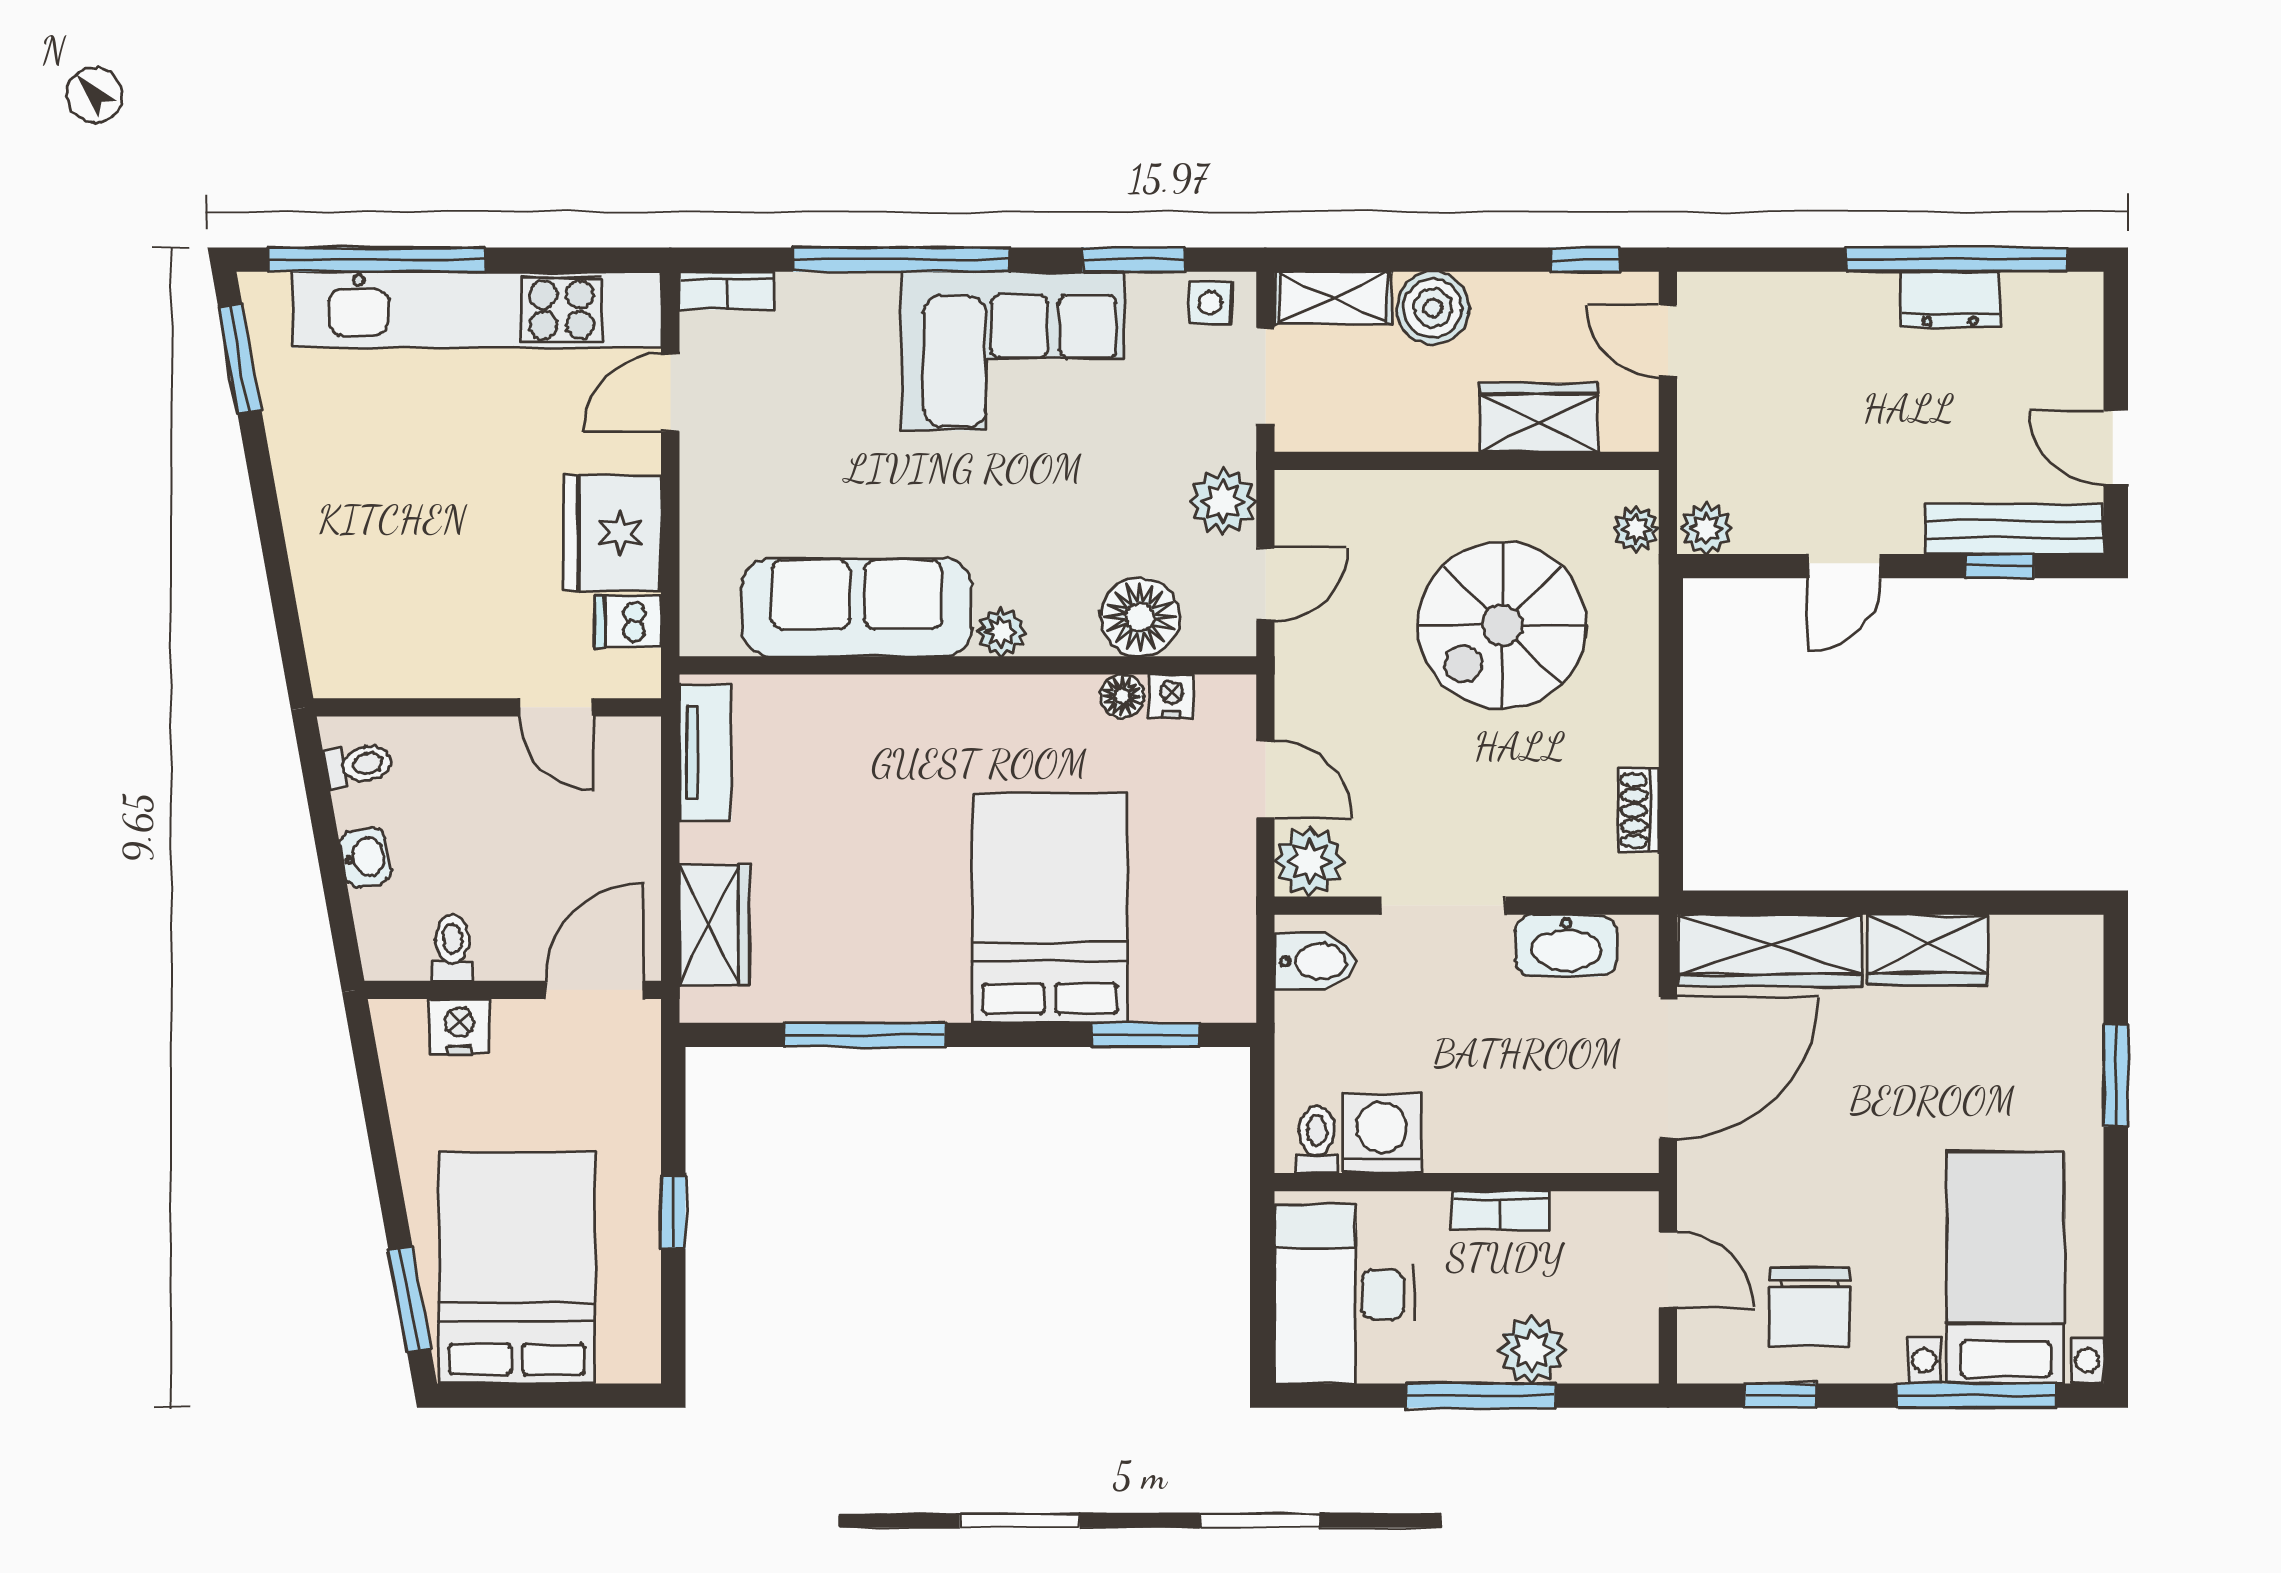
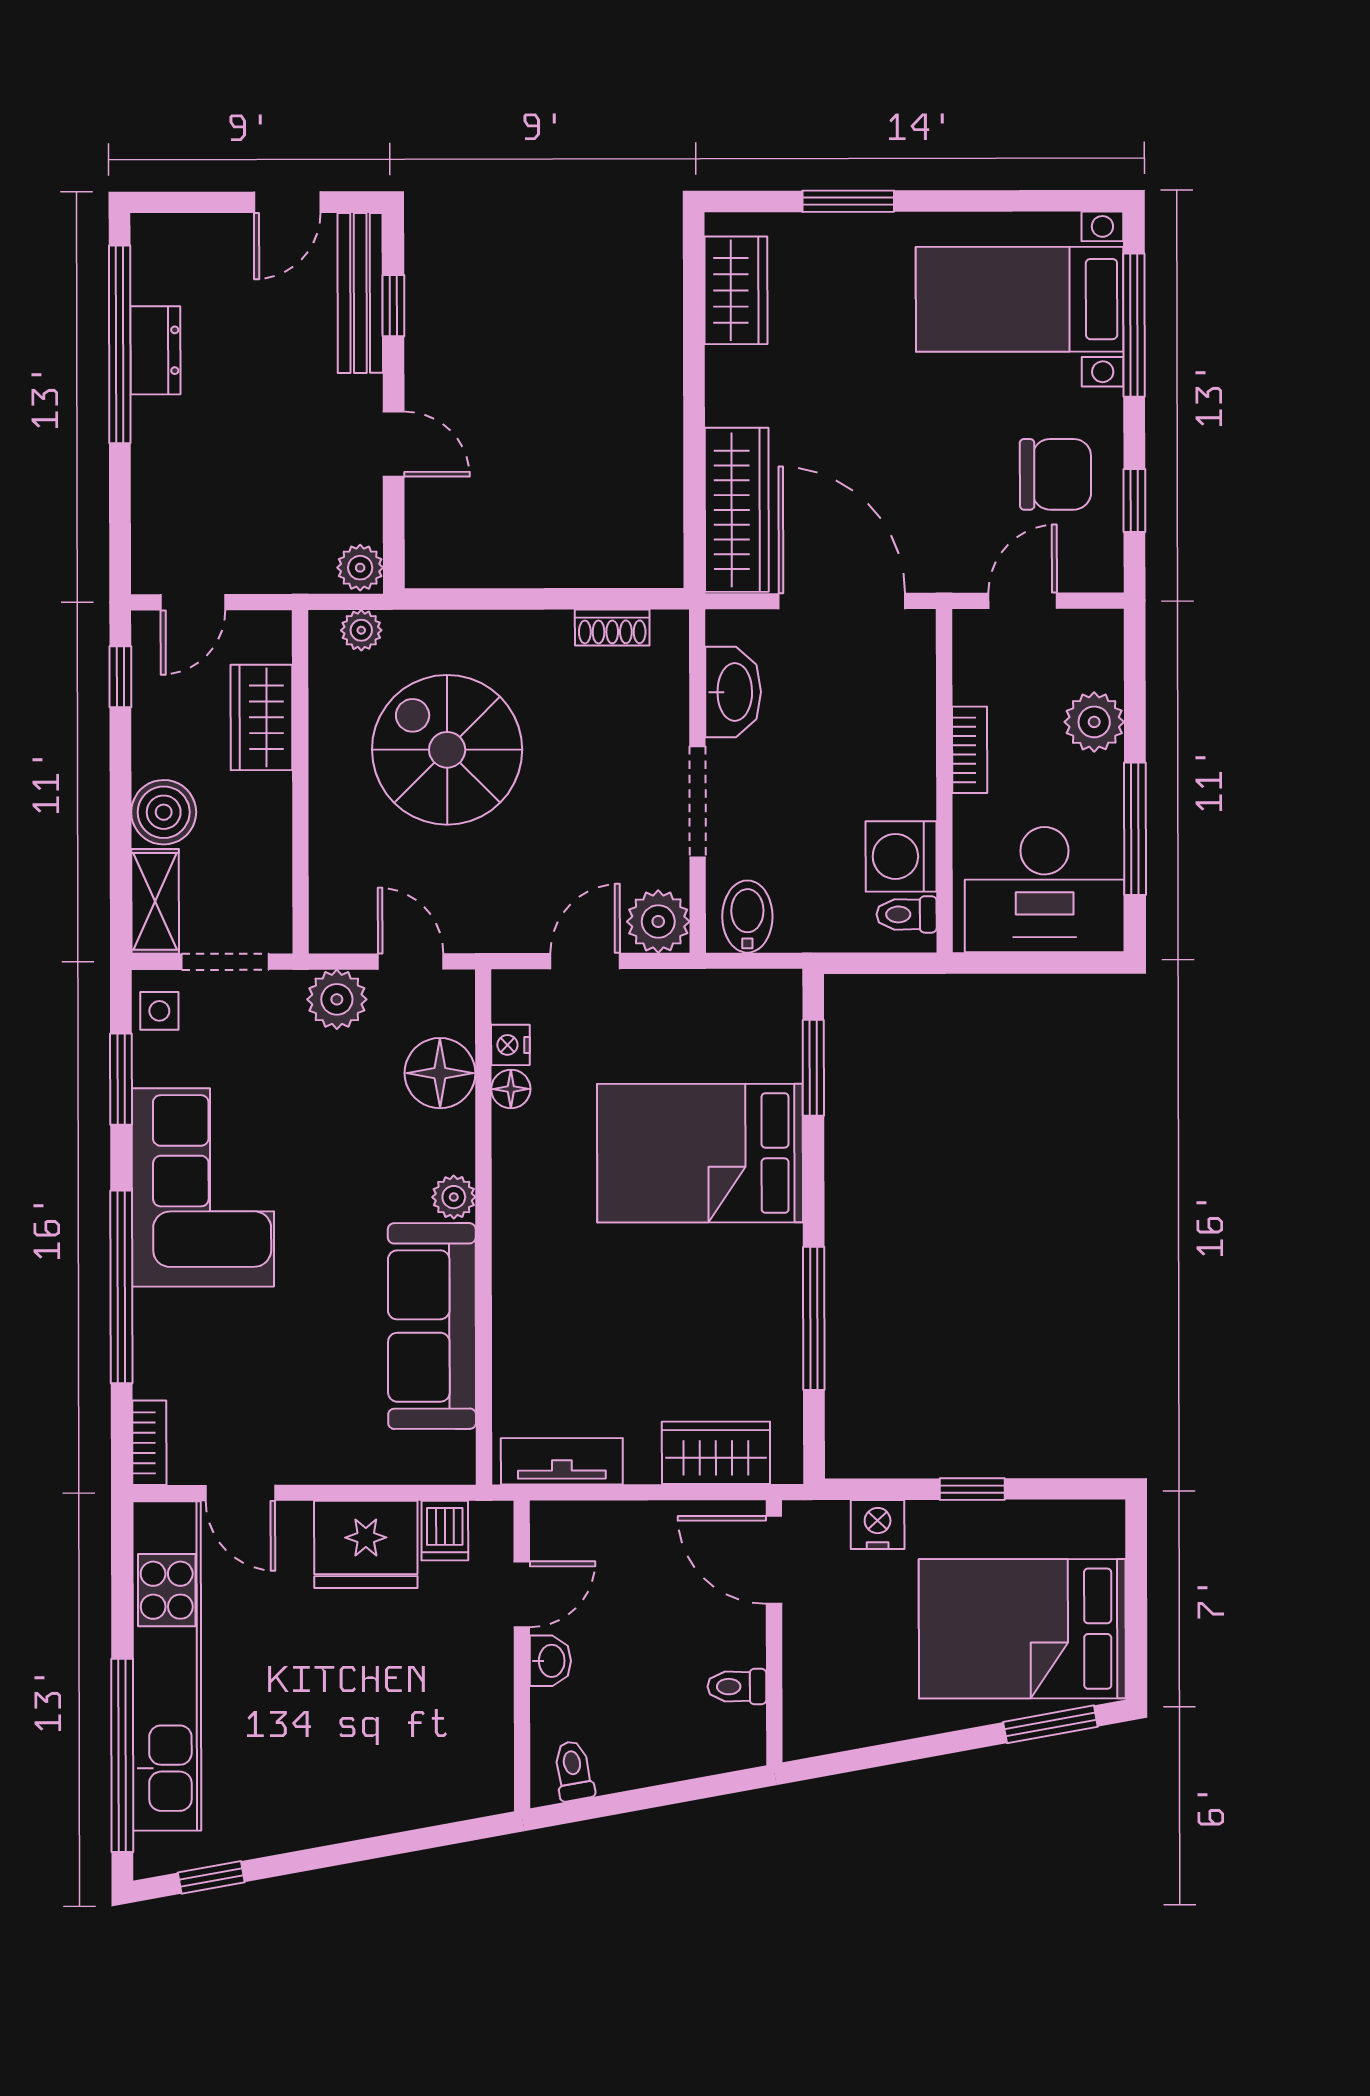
window: (240, 359) -> (211, 1877), width x0.67
spiral stairs: (1502, 625) -> (447, 750), turned 180
washbasin: (365, 857) -> (550, 1661), moved, turned 100
wardrobe: (1928, 950) -> (736, 290), moved
nightstand: (460, 1026) -> (878, 1525), moved, turned 90
window: (1480, 1396) -> (1135, 829), moved

